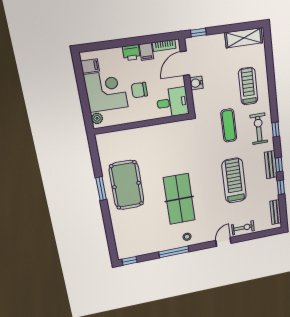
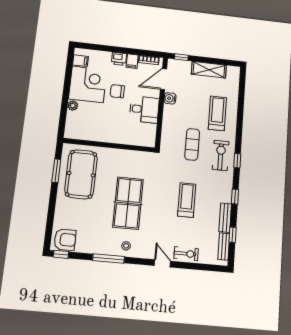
shelving: (244, 38) -> (209, 70), moved
wall: (142, 124) -> (109, 145), moved
bench: (271, 165) -> (225, 218), moved
treadmill: (234, 181) -> (187, 200), width x0.73, depth x0.73
window: (281, 187) -> (233, 235), moved
door: (223, 242) -> (162, 263), hinge flipped
armchair: (129, 248) -> (65, 240), added

